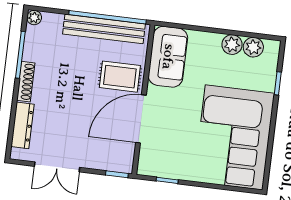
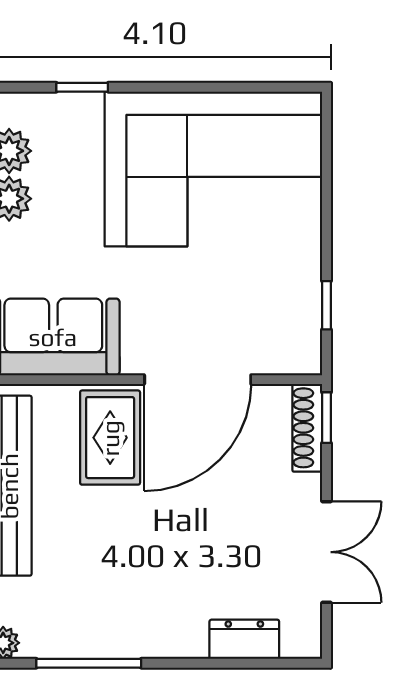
shoe rack: (26, 82) -> (307, 428), moved, turned -90
door: (141, 119) -> (198, 380), hinge flipped
dresser: (22, 125) -> (244, 639), width x0.70

